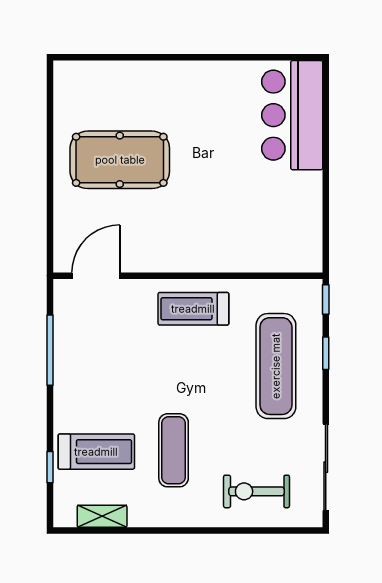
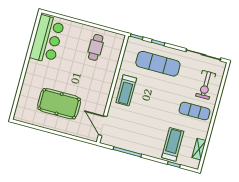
bar counter: (292, 115) -> (47, 39), moved, turned -90
pool table: (120, 160) -> (59, 104), turned 90
cafe table: (275, 210) -> (96, 47), added
exercise mat: (174, 450) -> (195, 111), moved

